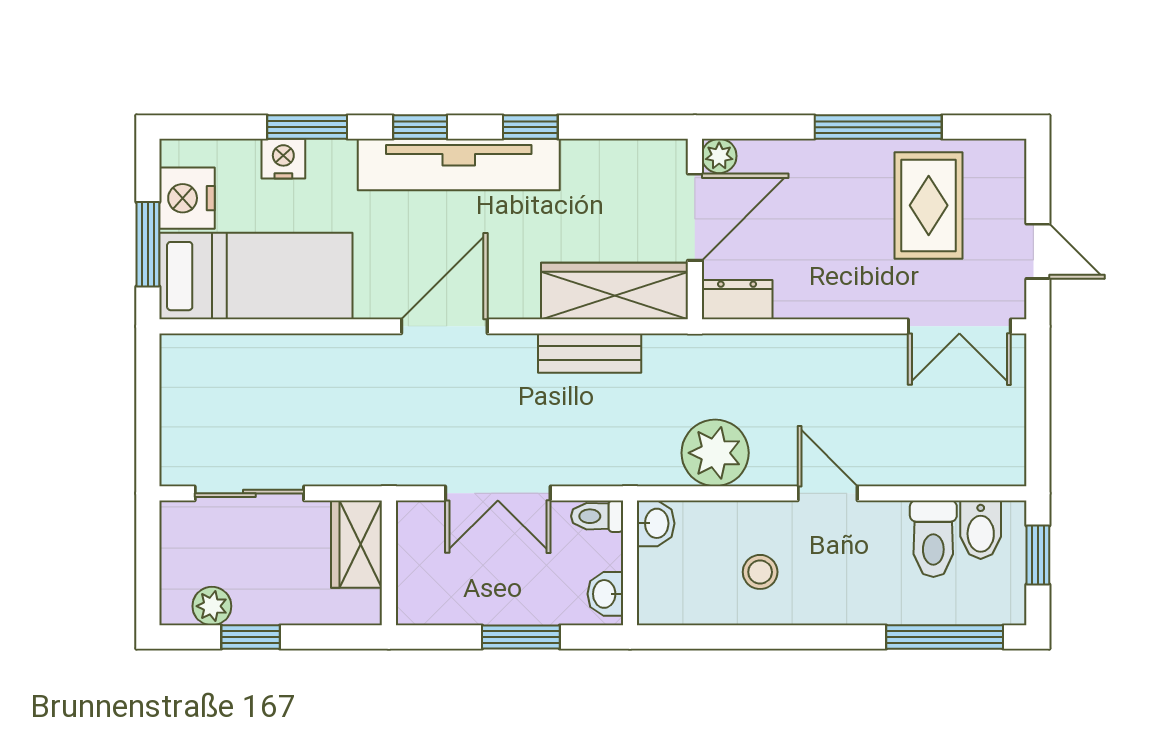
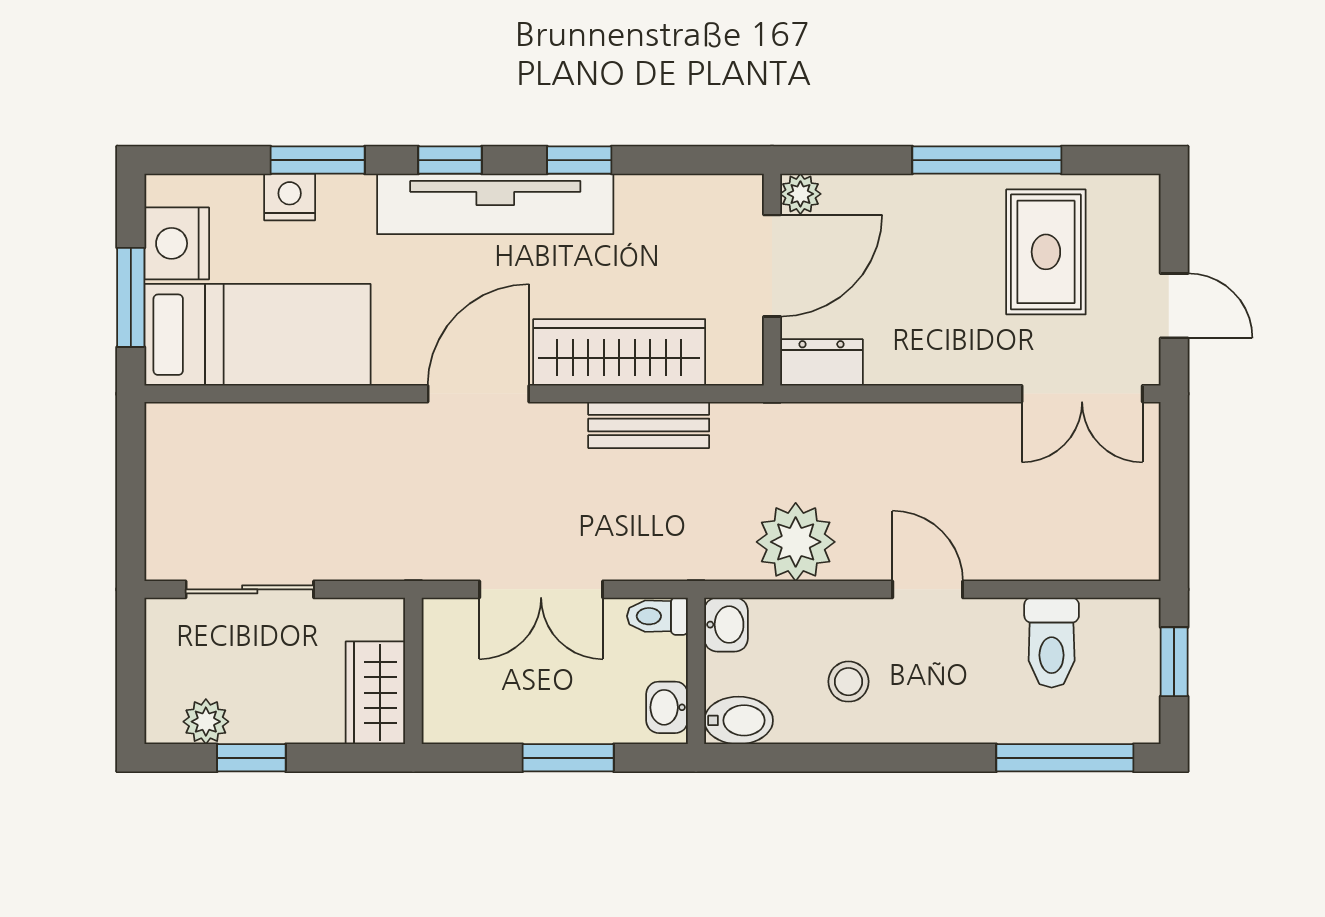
wardrobe: (615, 291) -> (619, 352), moved
bidet: (981, 530) -> (739, 720), moved, turned -90
wardrobe: (357, 544) -> (375, 693), moved

